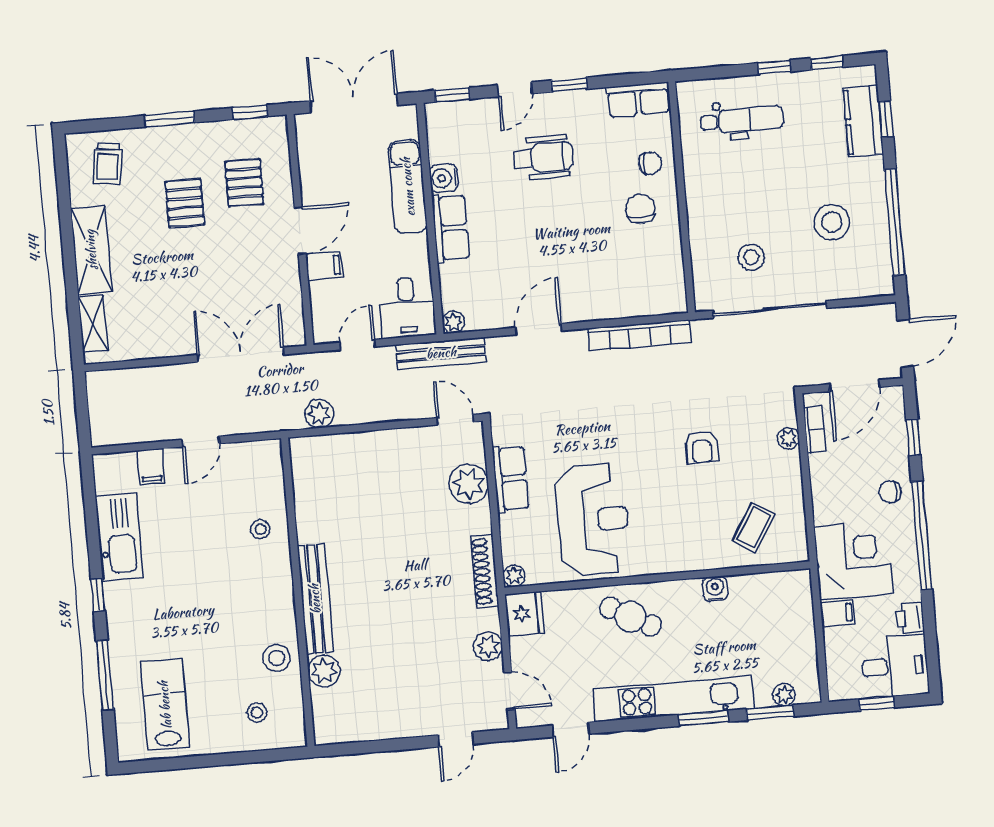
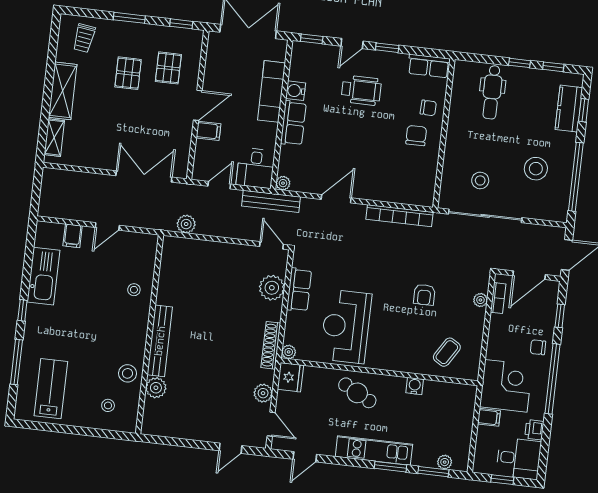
dental chair: (742, 120) -> (492, 92), turned 90
reception desk: (593, 520) -> (346, 327), turned 180
kitchen unit: (673, 699) -> (374, 450), width x0.73

